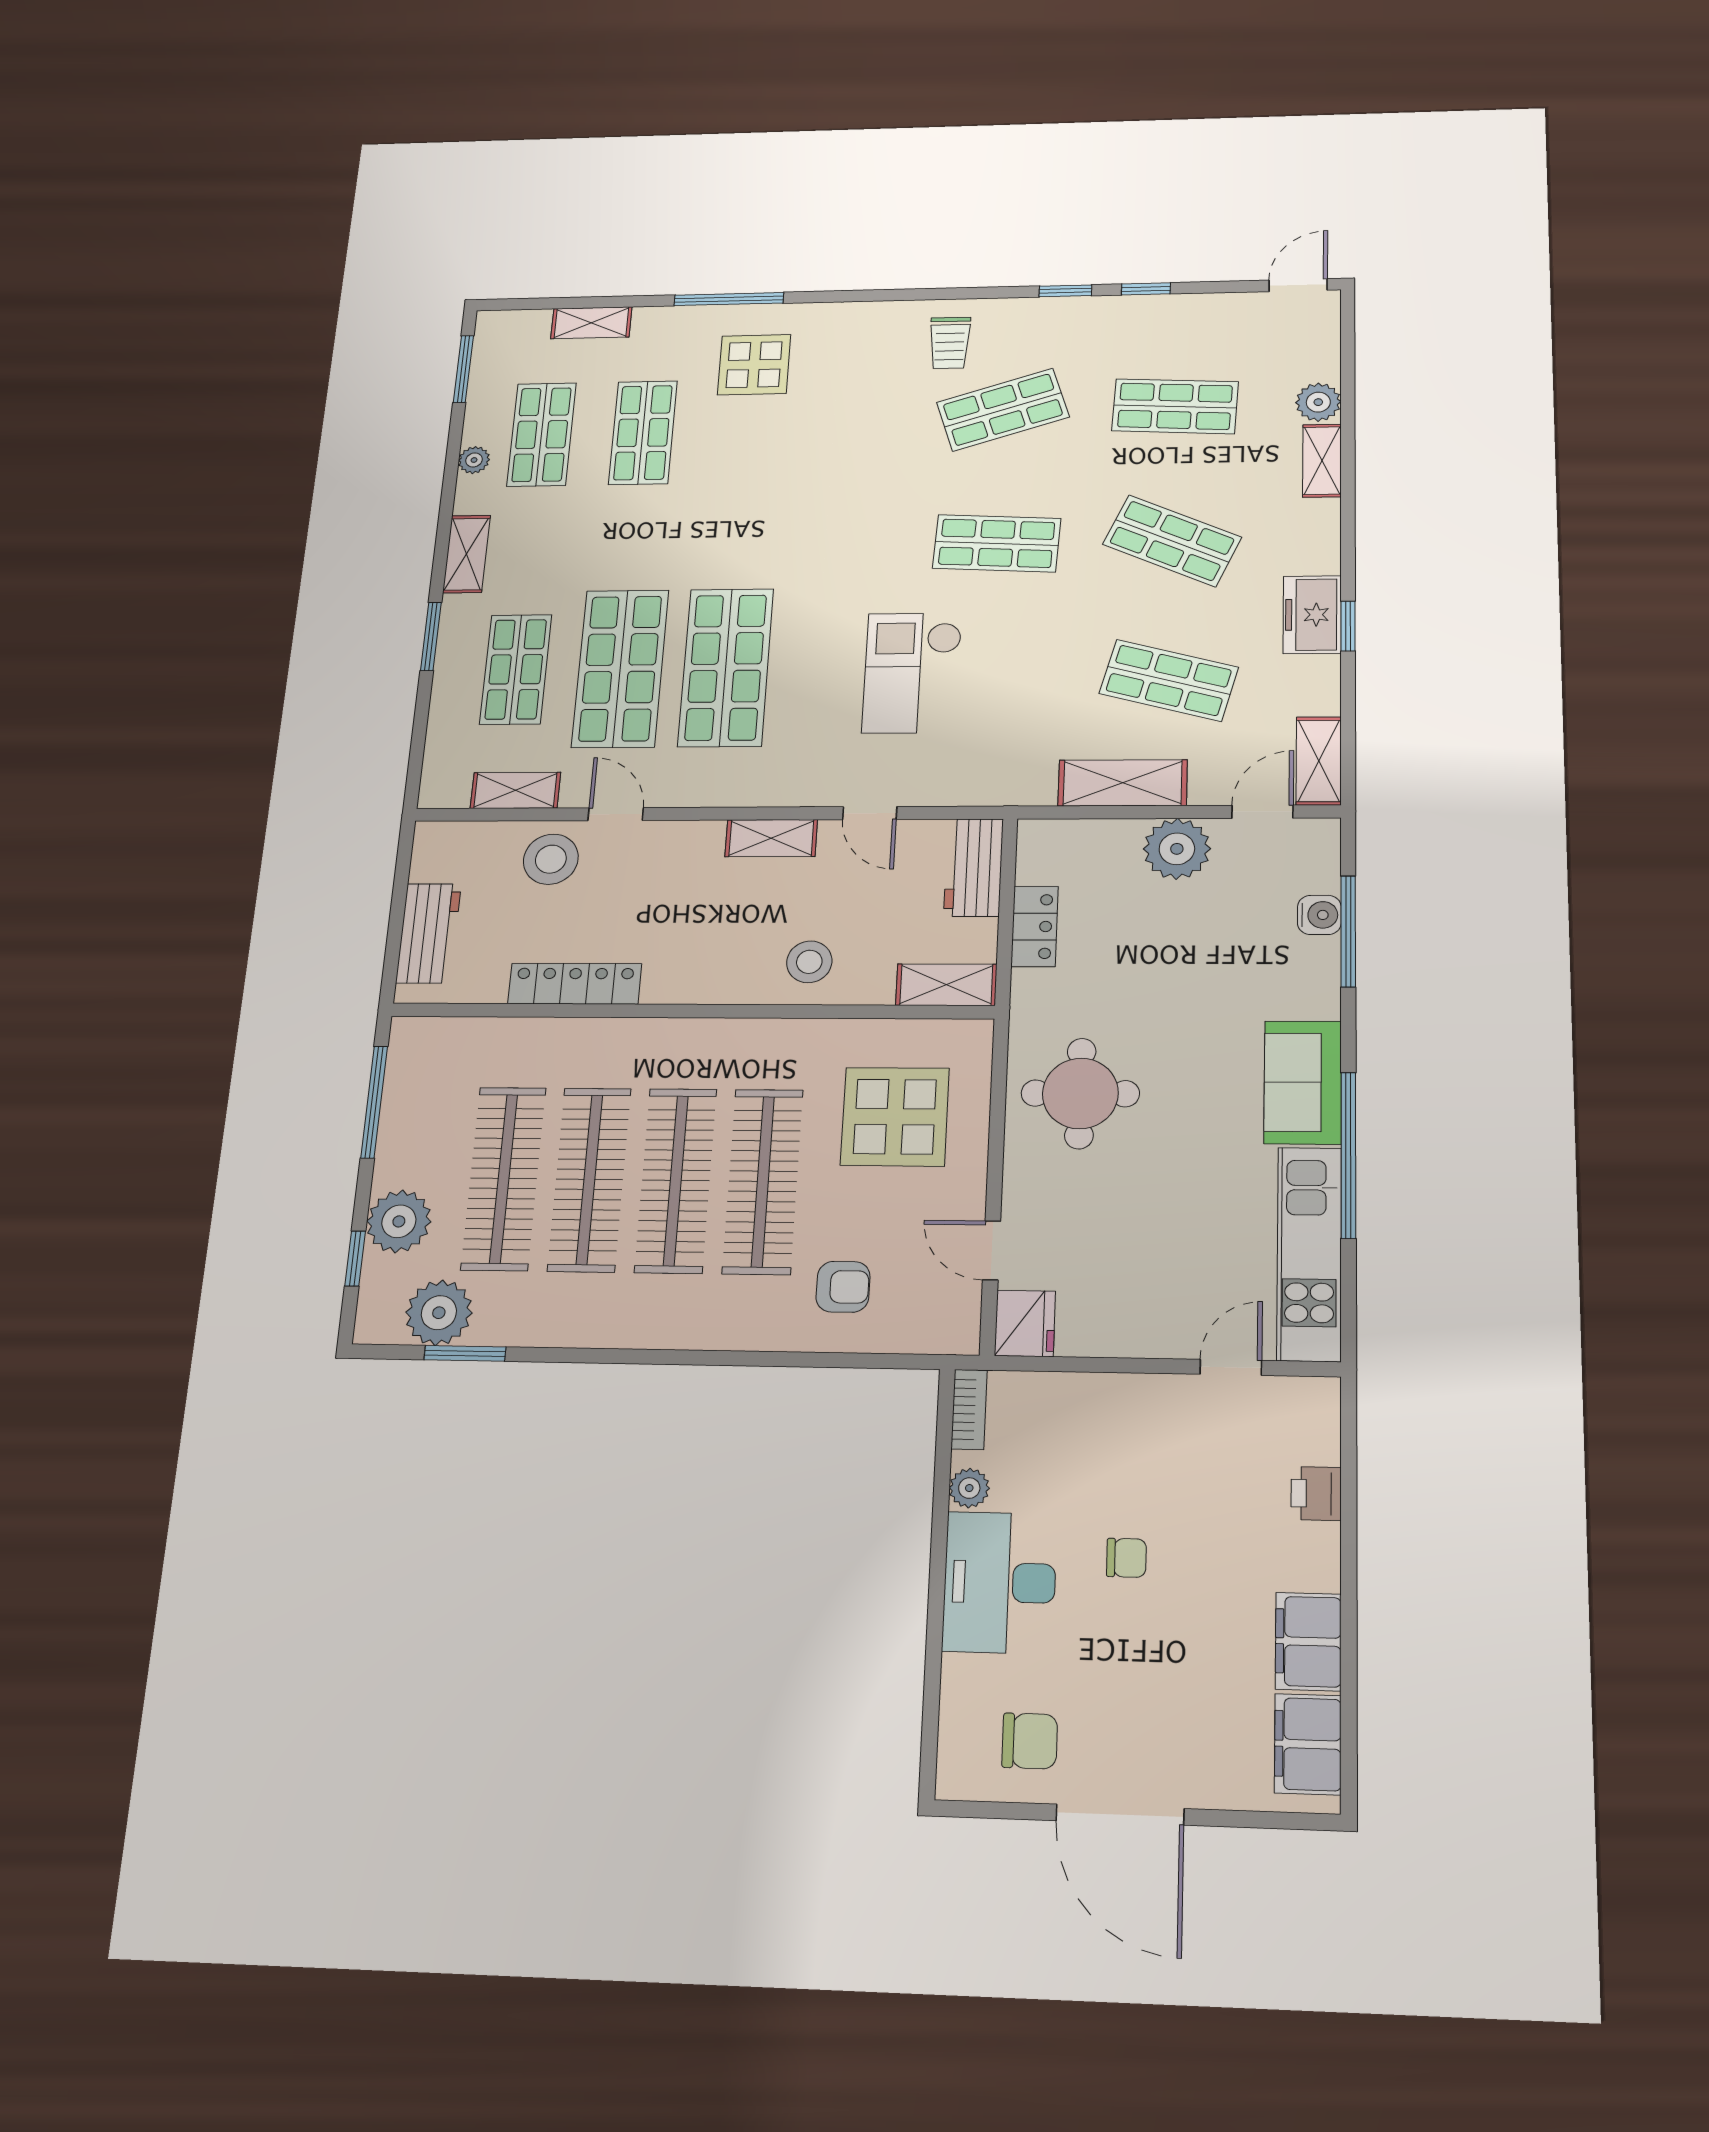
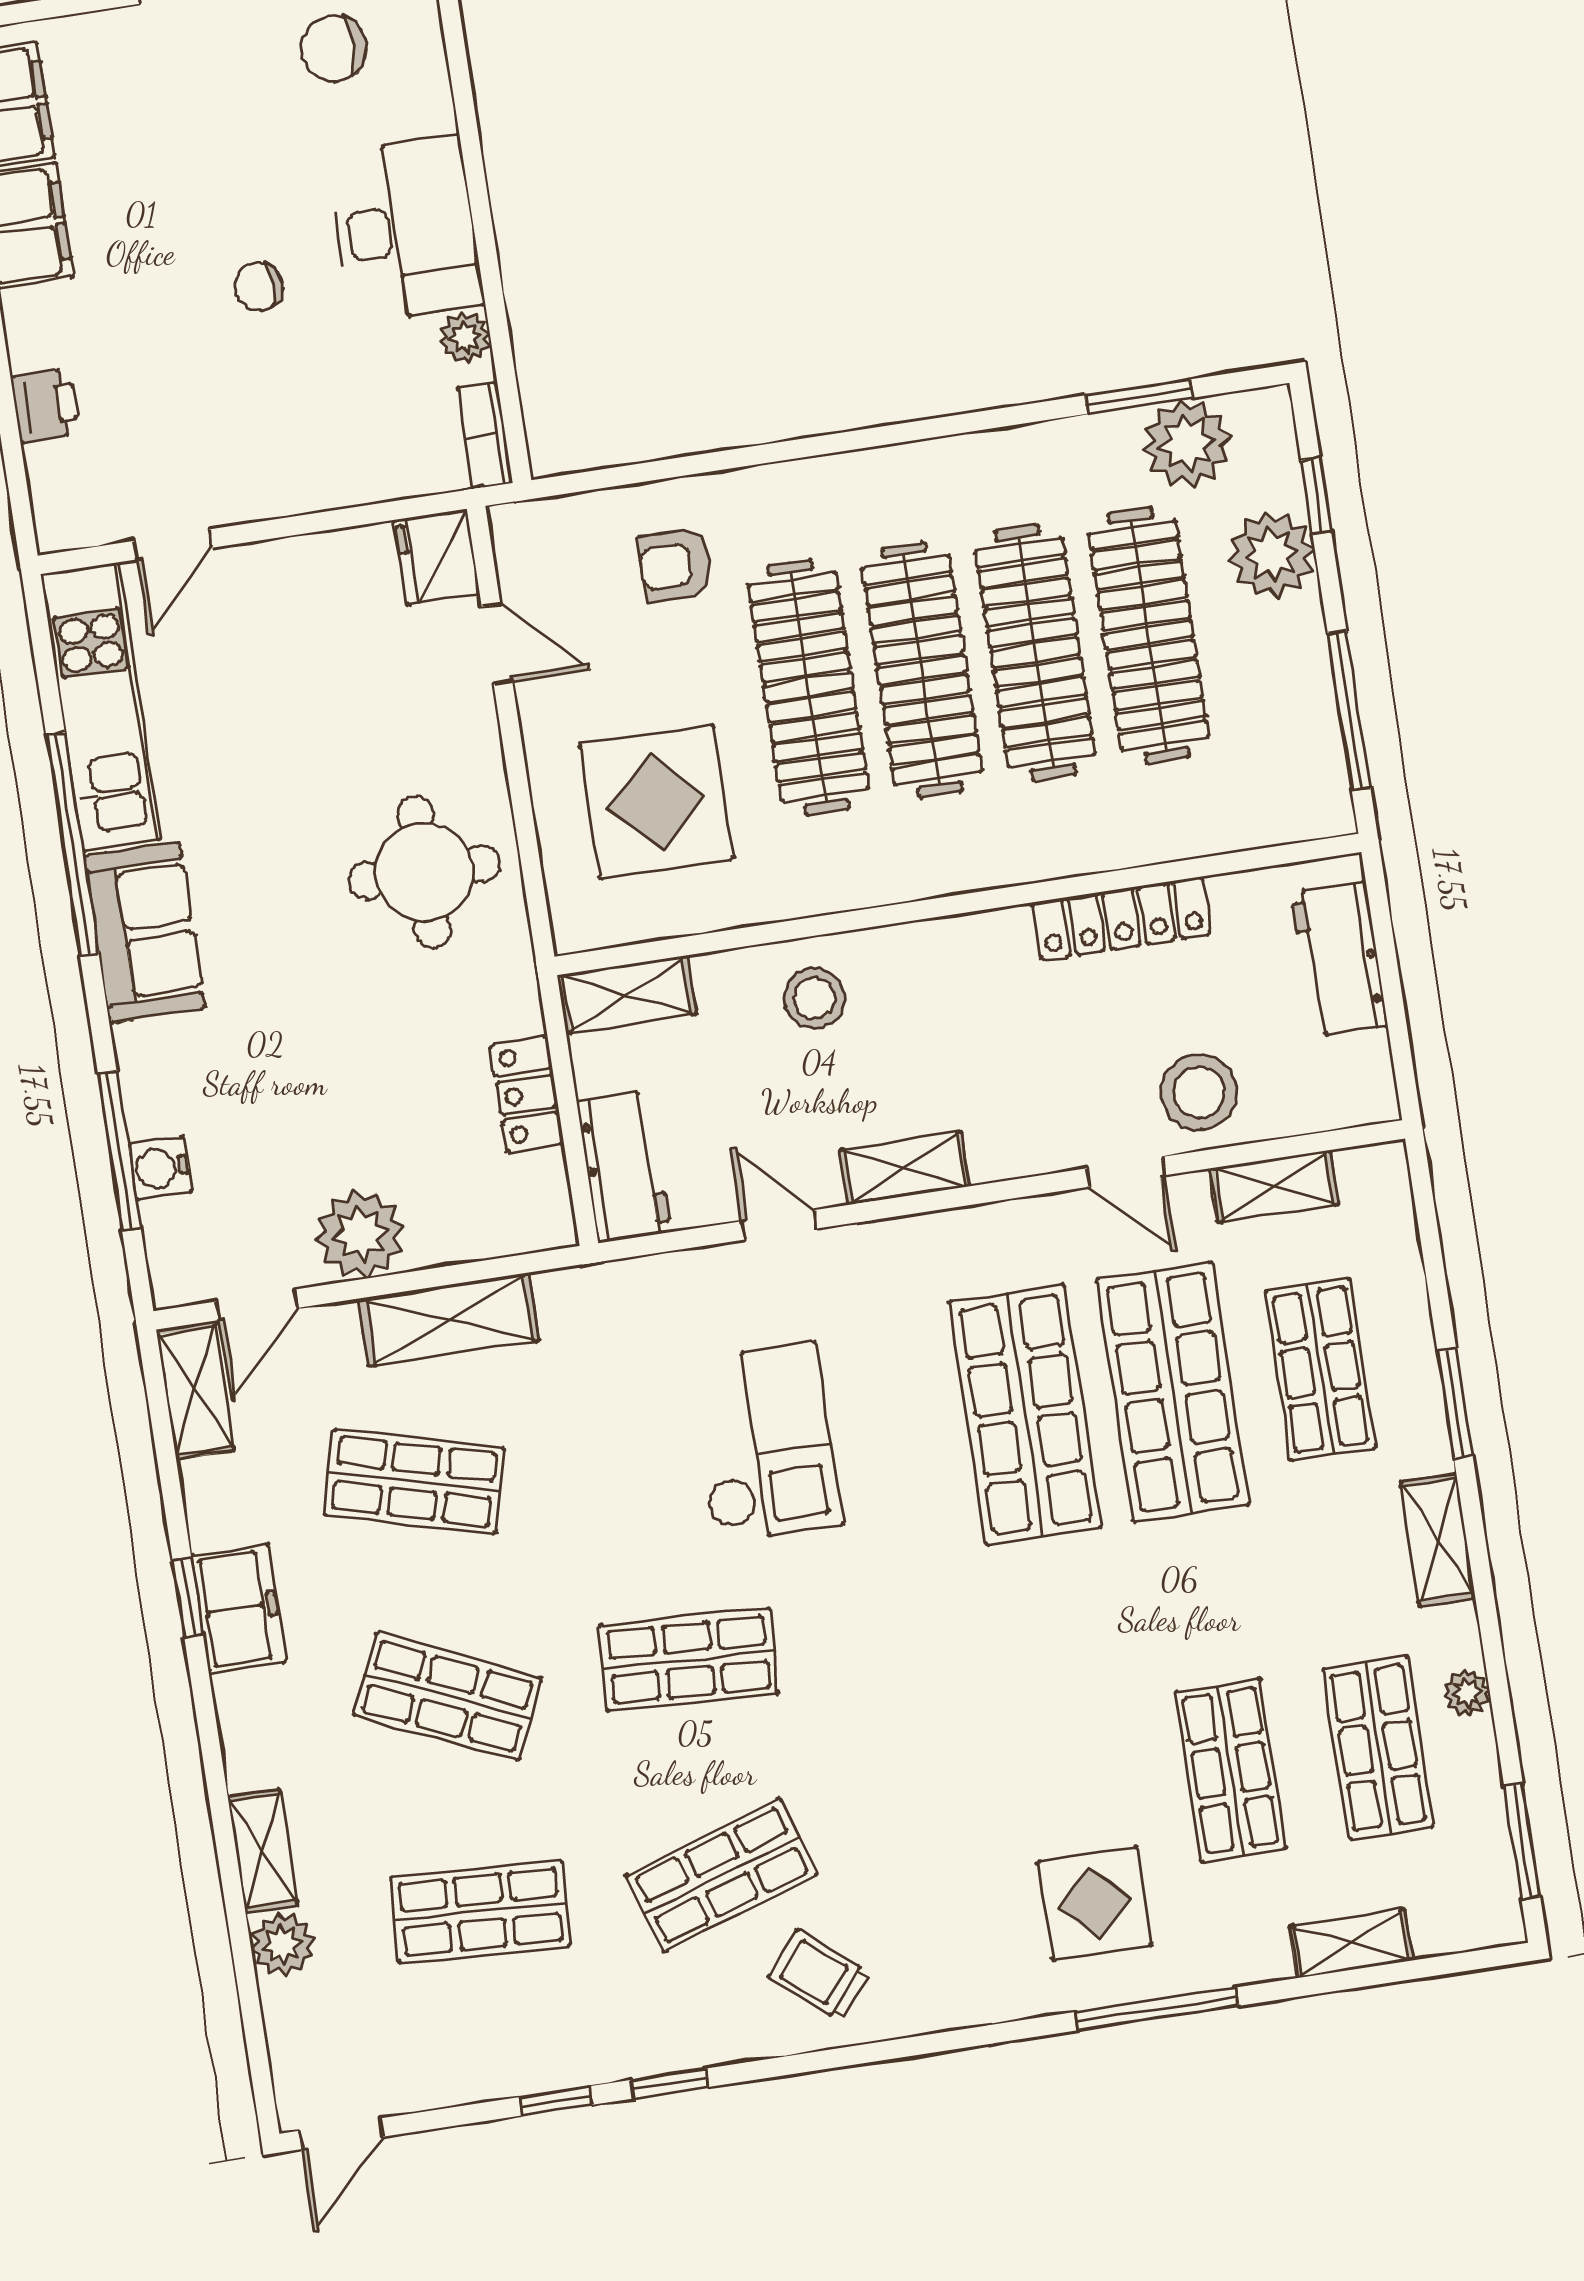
trolley: (950, 343) -> (819, 1976), turned -50

